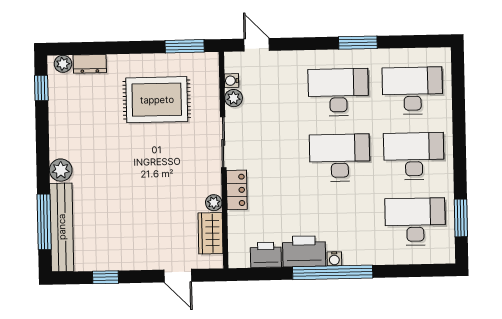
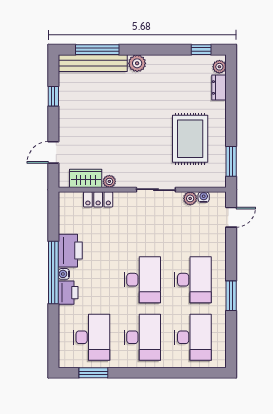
locker: (237, 190) -> (98, 199), moved
printer: (266, 255) -> (68, 293), moved

